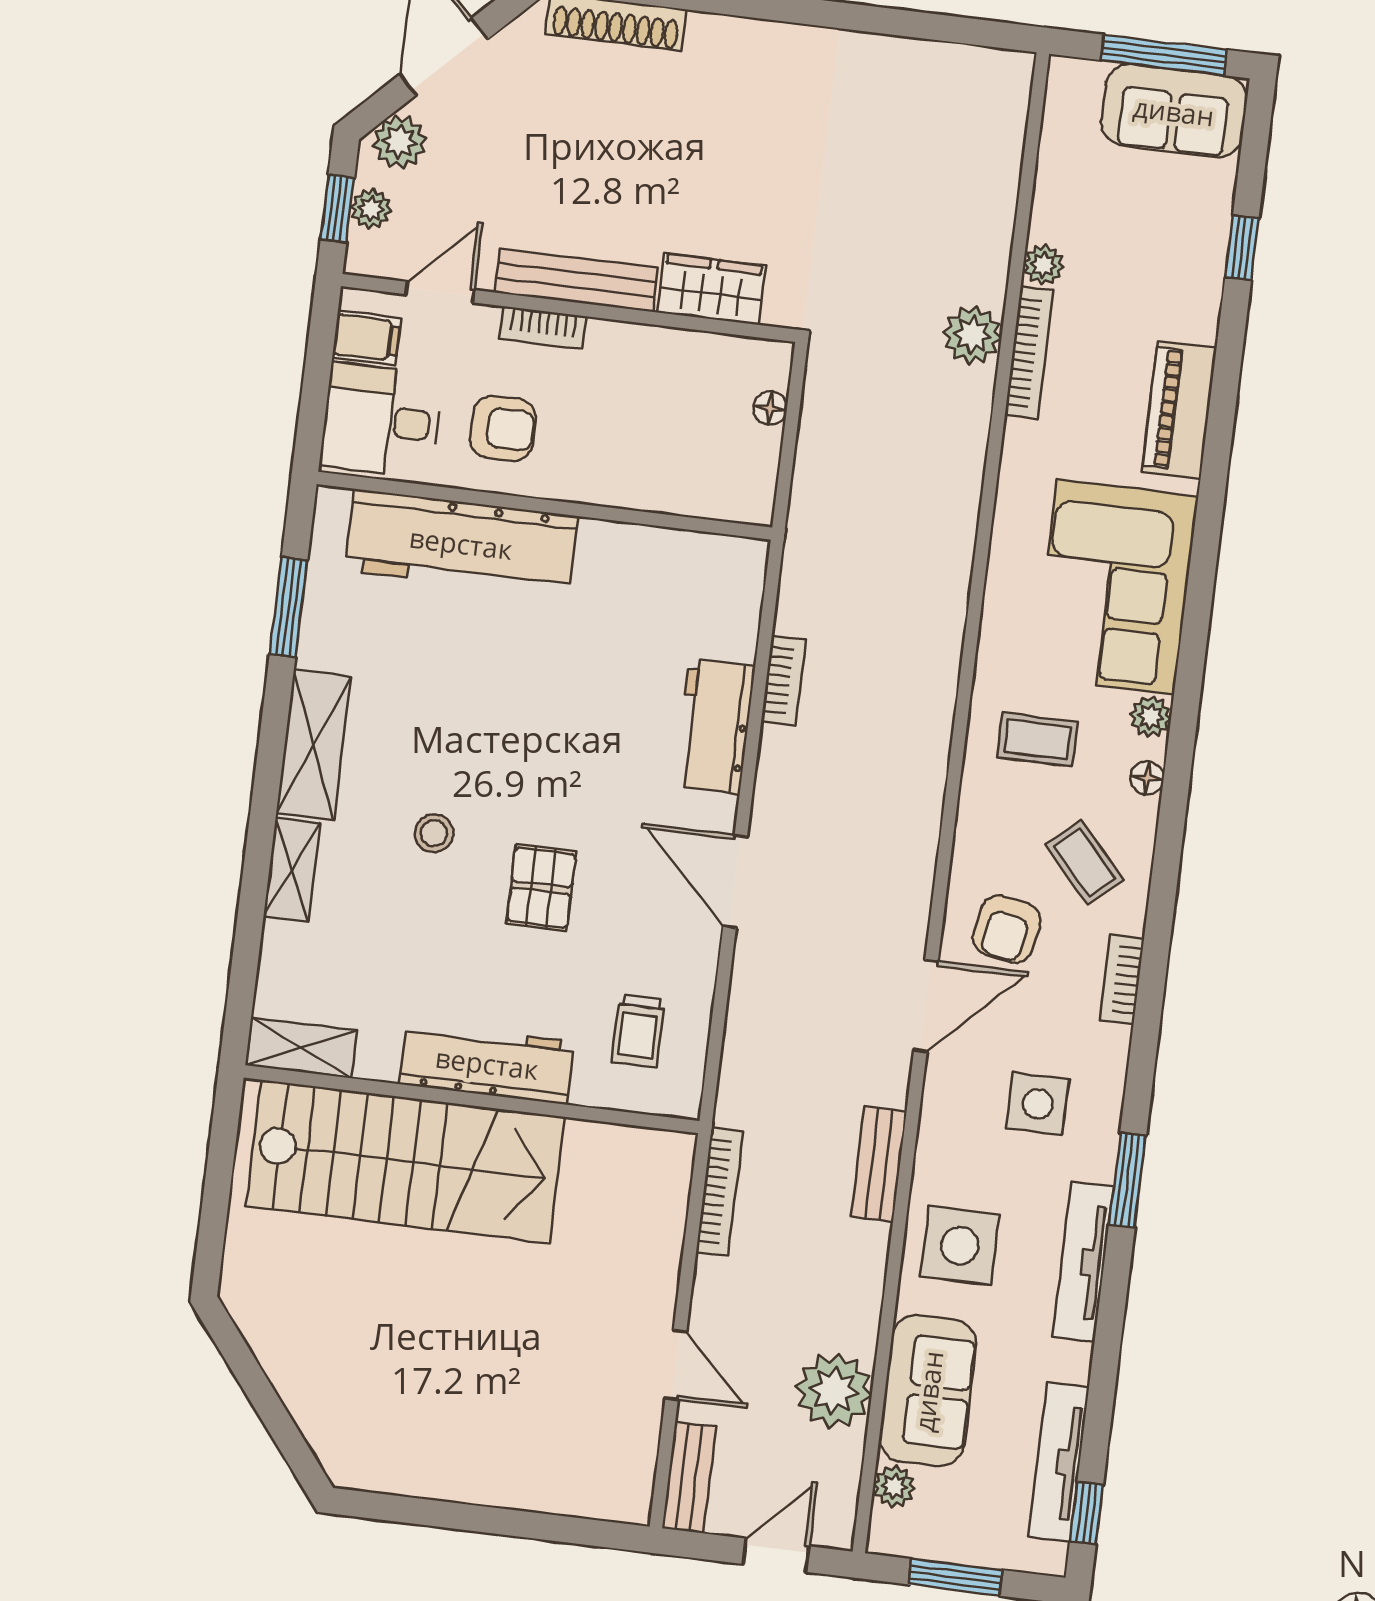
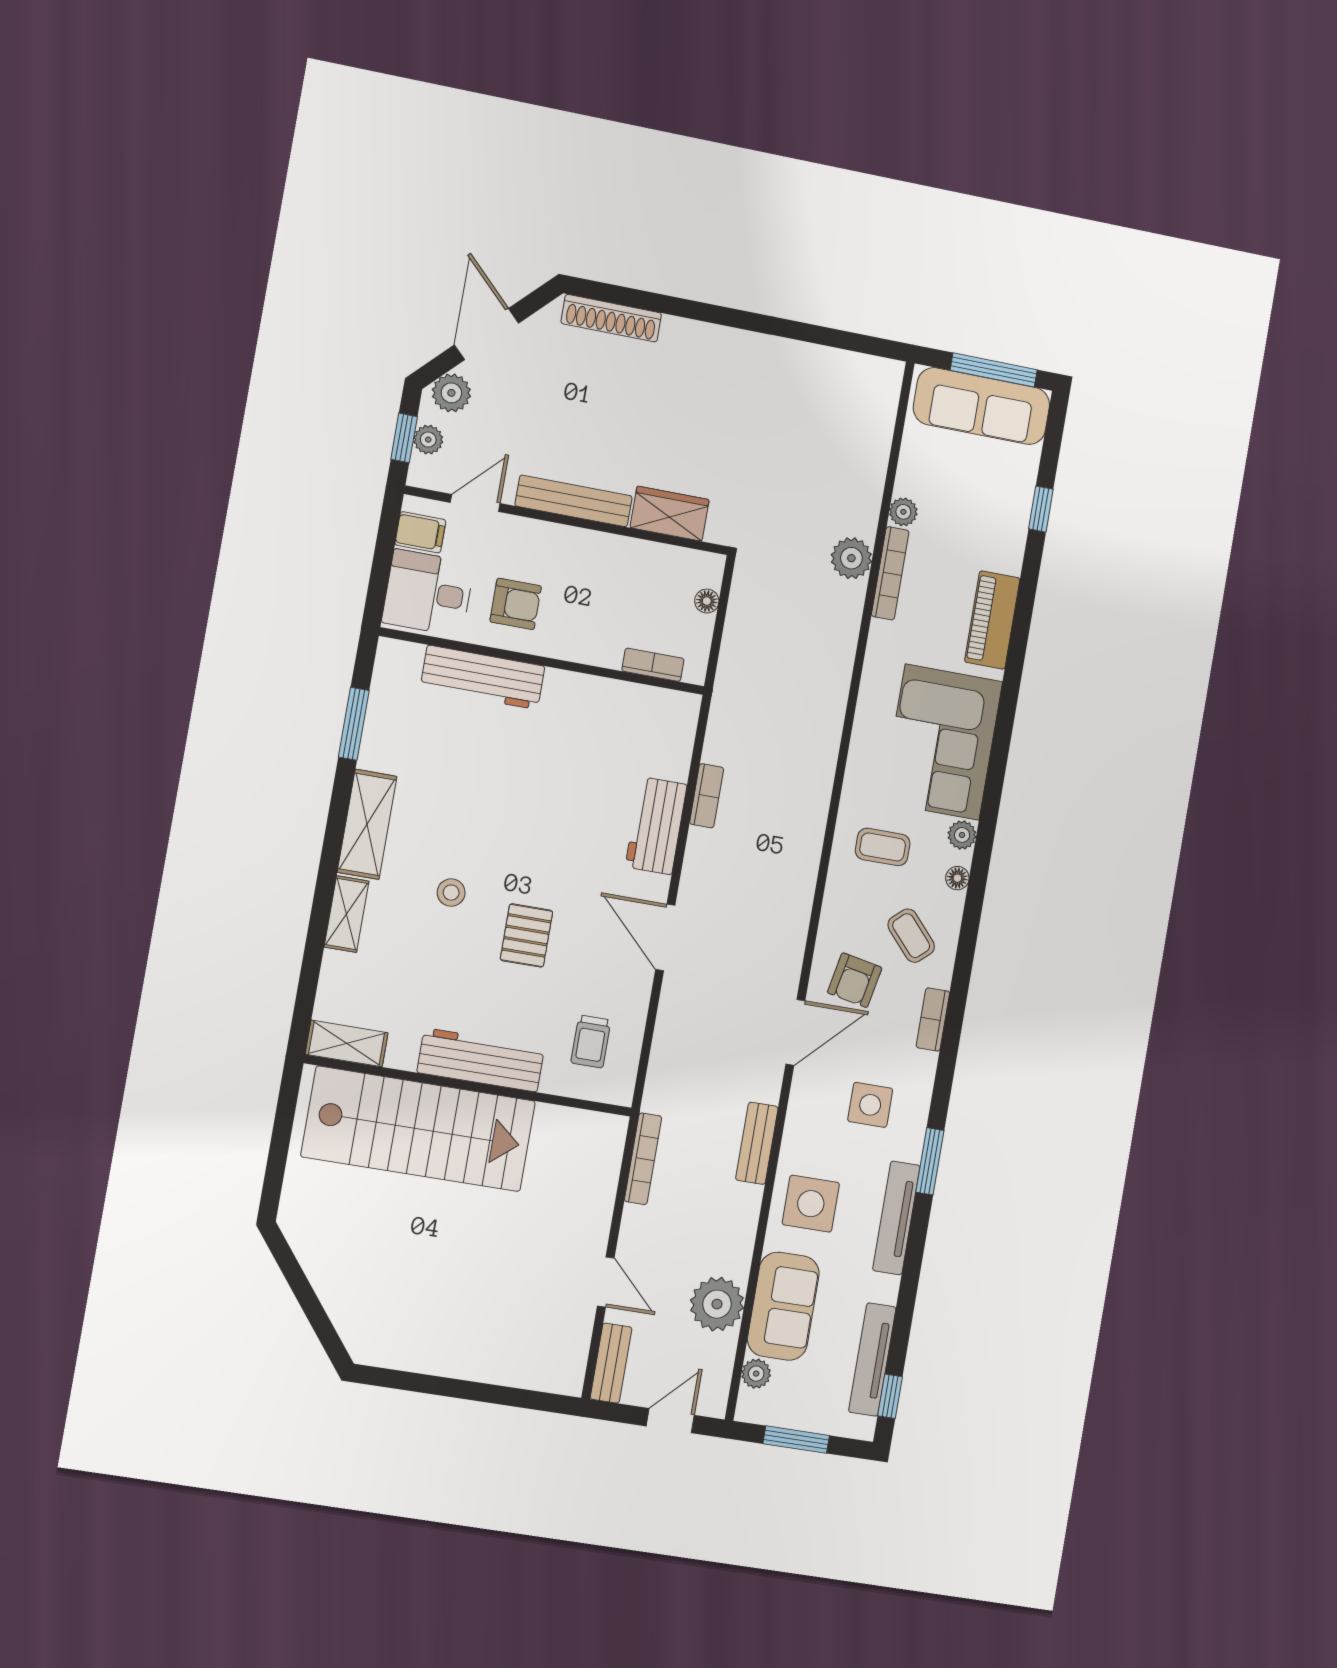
sofa: (1174, 111) -> (982, 406), width x1.36
bookcase: (543, 328) -> (653, 665), moved, turned 180
workbench: (461, 543) -> (483, 677), width x0.73, depth x0.76

